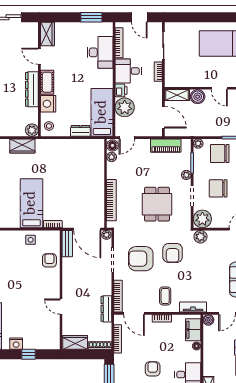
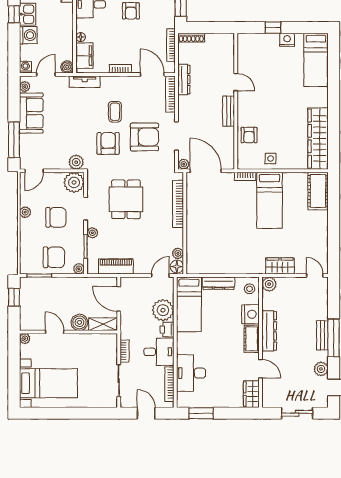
dresser: (80, 131) -> (218, 283), width x1.44
bench: (67, 244) -> (229, 111), moved
coffee table: (165, 296) -> (115, 112), moved
wardrobe: (75, 342) -> (220, 41), removed

